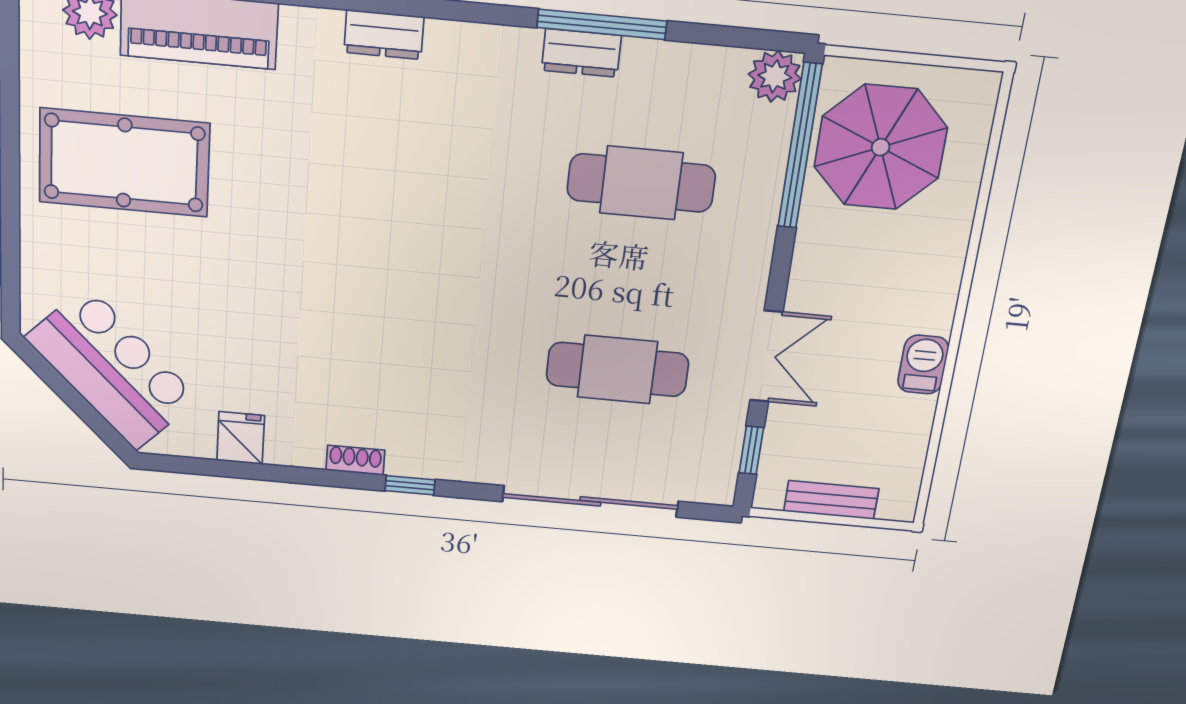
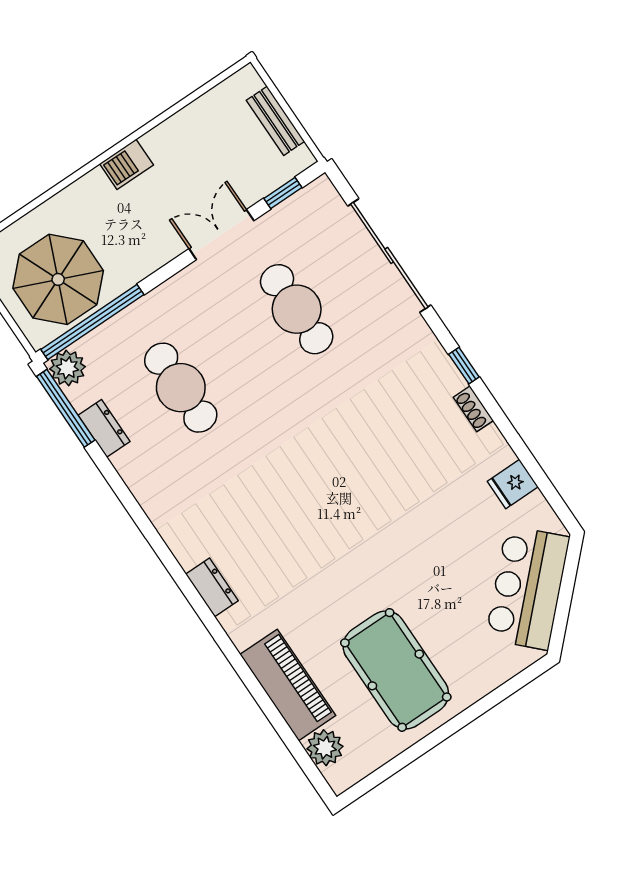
window: (602, 24) -> (66, 408), moved
dresser: (581, 53) -> (104, 428), moved
barbecue: (923, 365) -> (126, 164), moved

